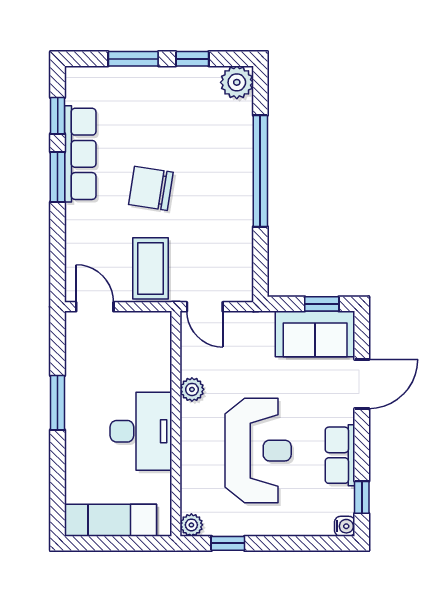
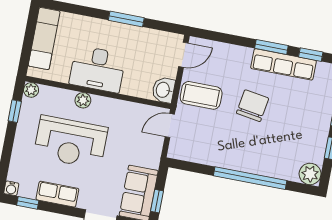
washbasin: (153, 327) -> (163, 90), added
plant: (192, 389) -> (83, 100), moved

